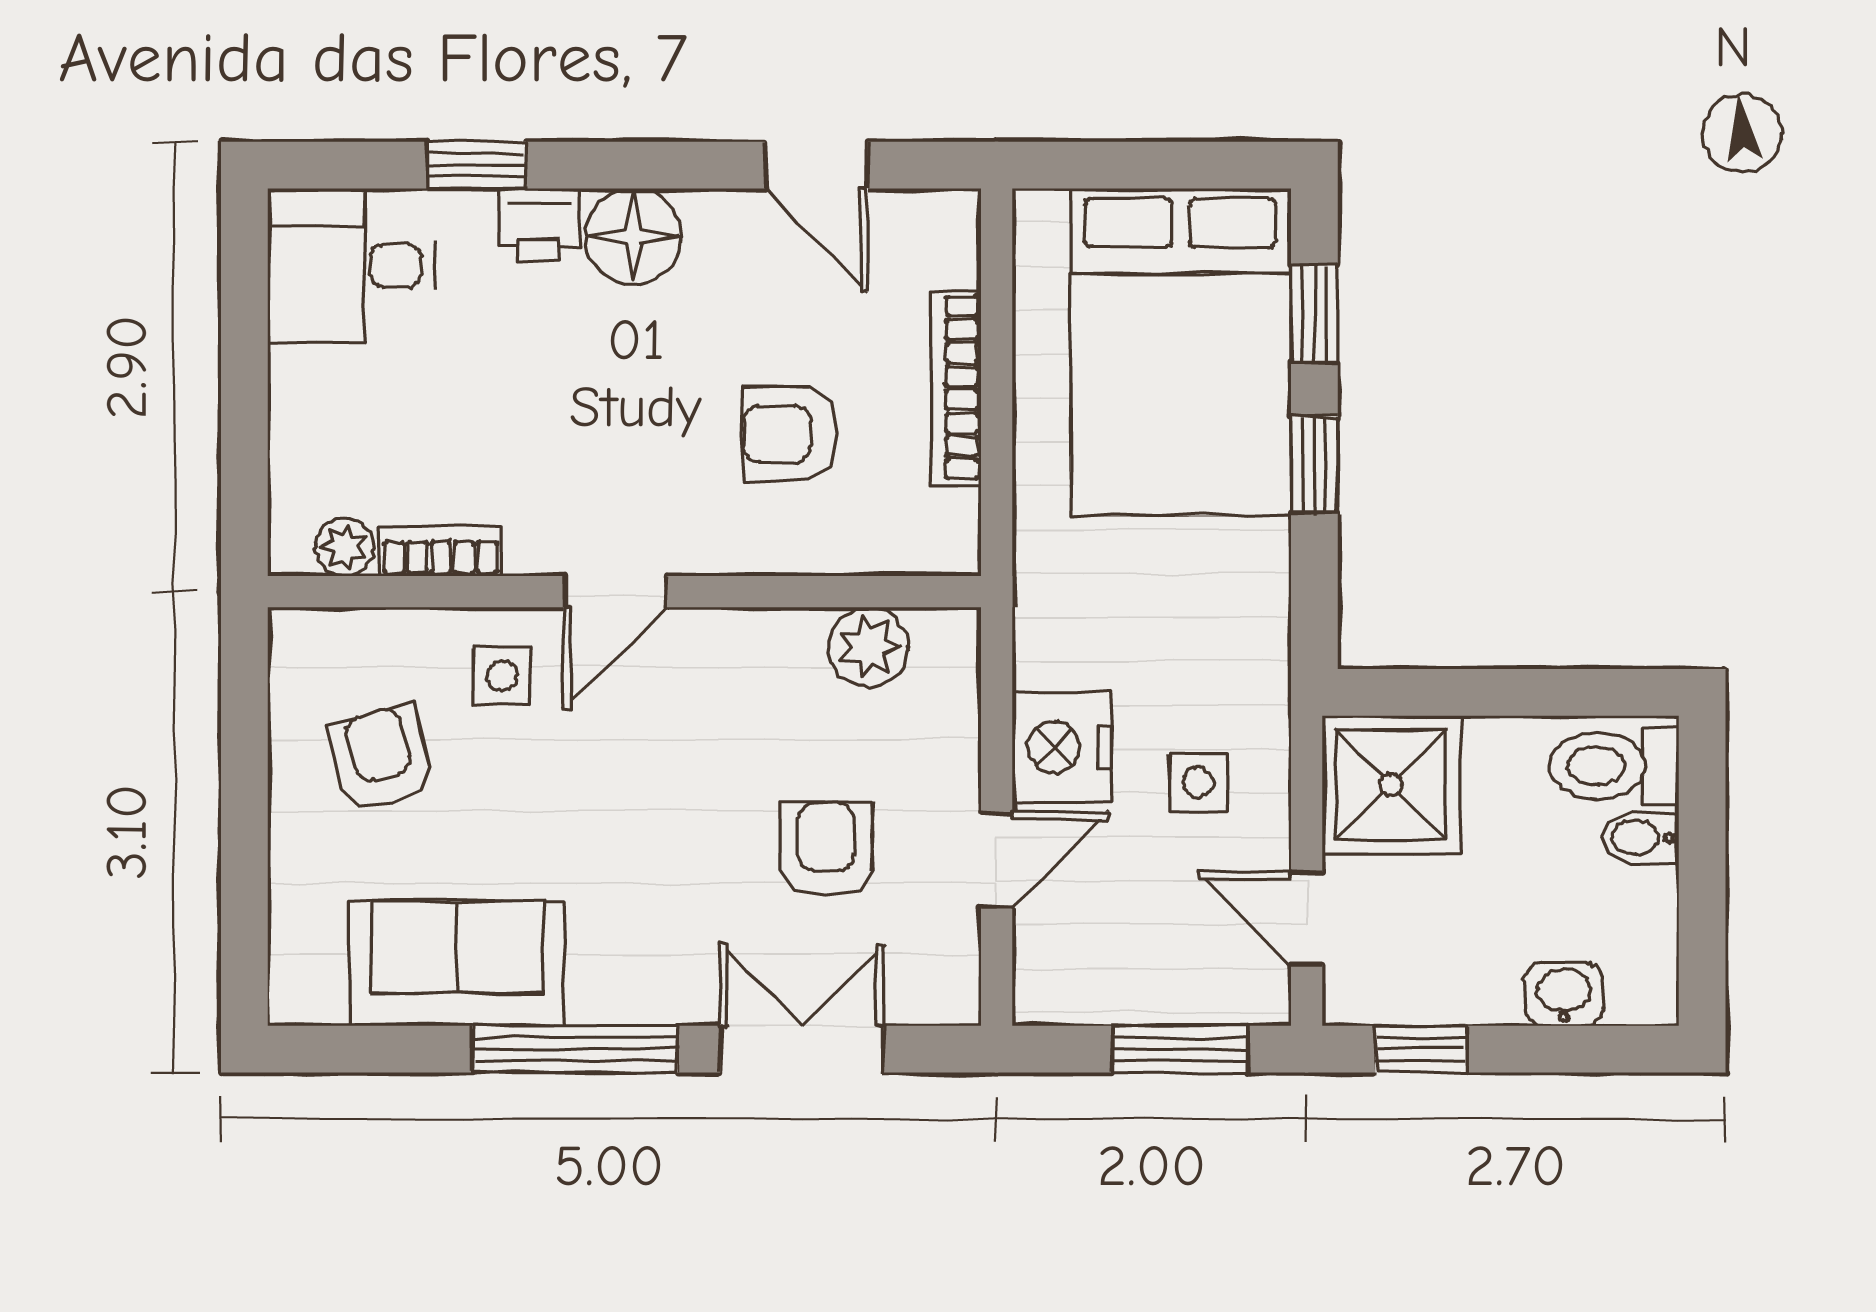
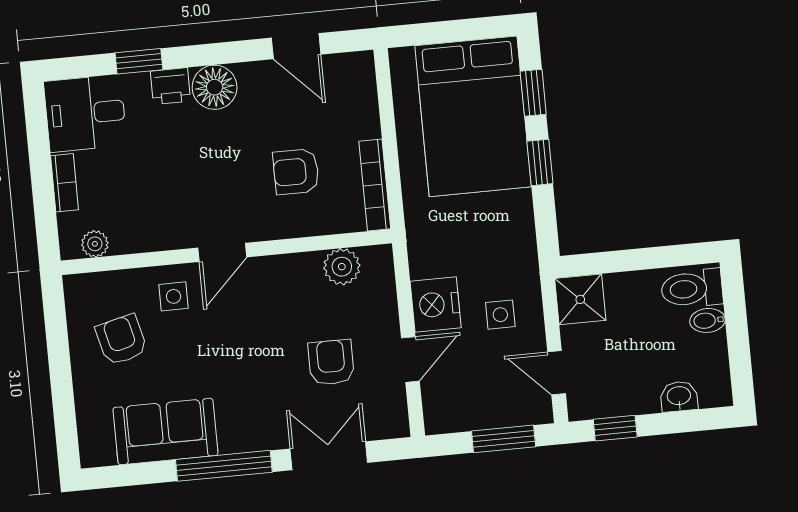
bookcase: (956, 388) -> (375, 185), moved
bookcase: (441, 552) -> (65, 183), moved, turned 90
shower: (1391, 785) -> (580, 299), width x0.73, depth x0.73

